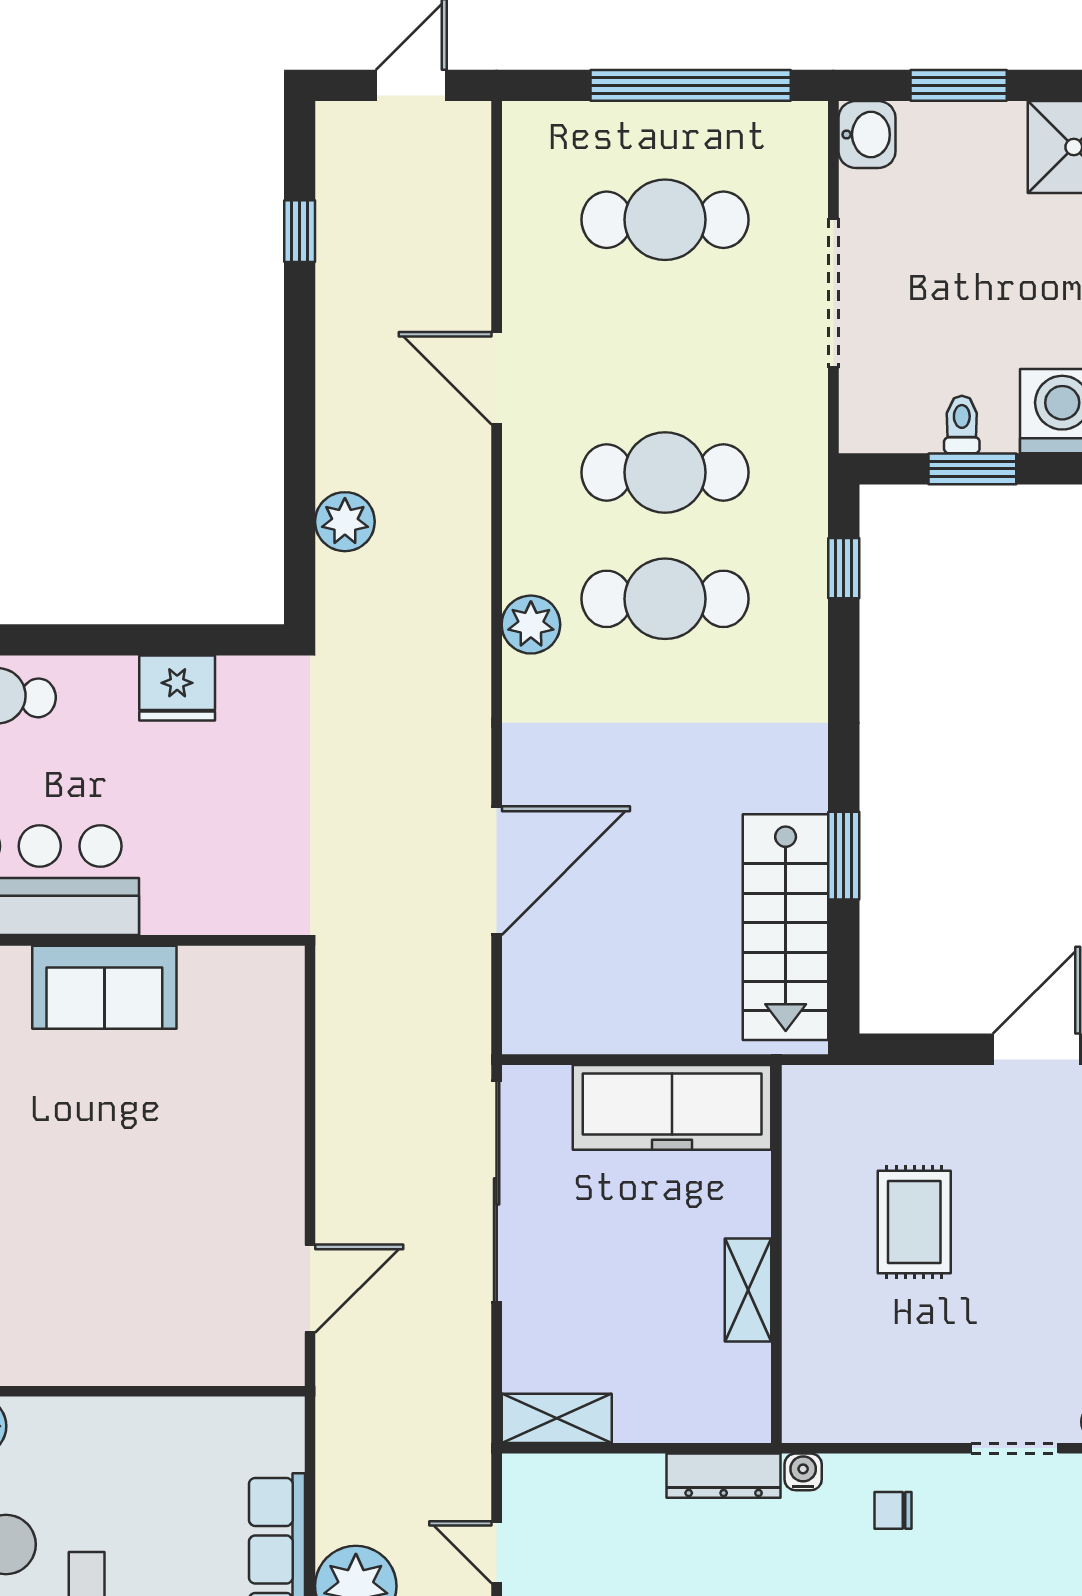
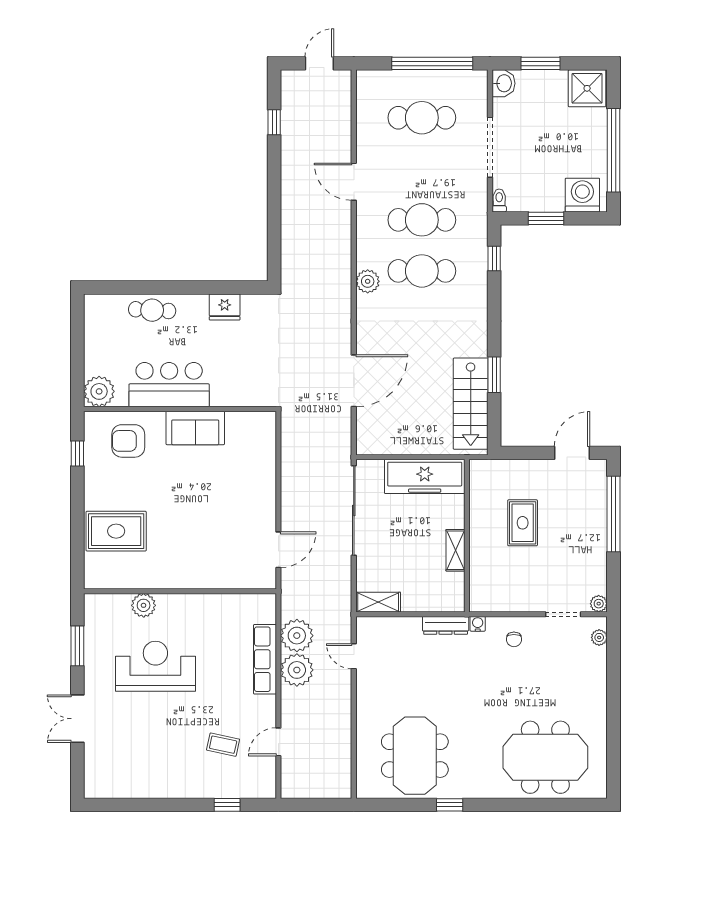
toilet: (962, 425) -> (499, 200), moved
plant: (345, 522) -> (297, 636), moved, width x1.36, depth x1.36
chair: (893, 1510) -> (514, 639), turned -90

